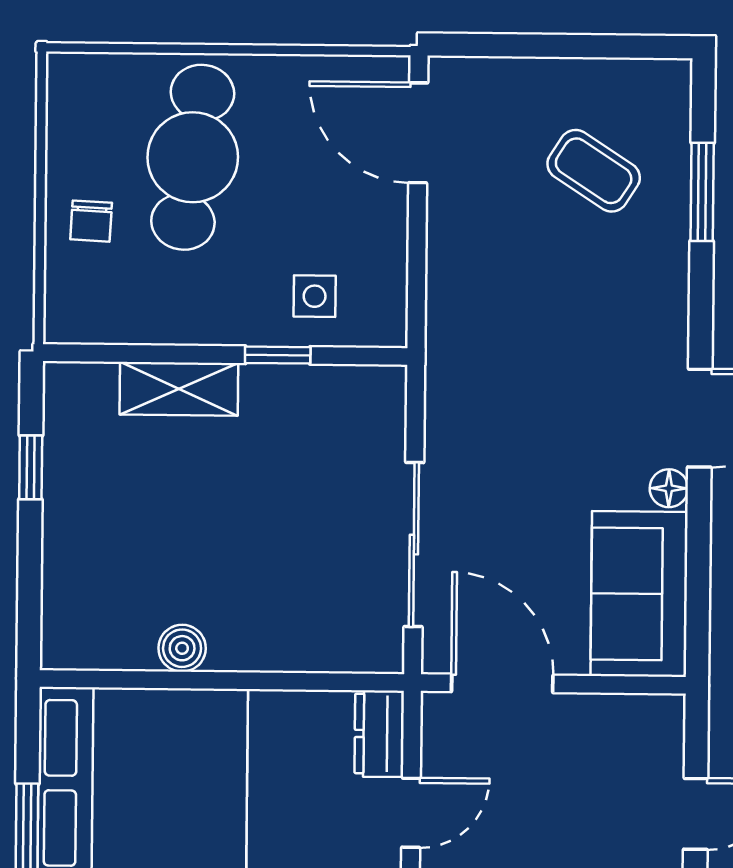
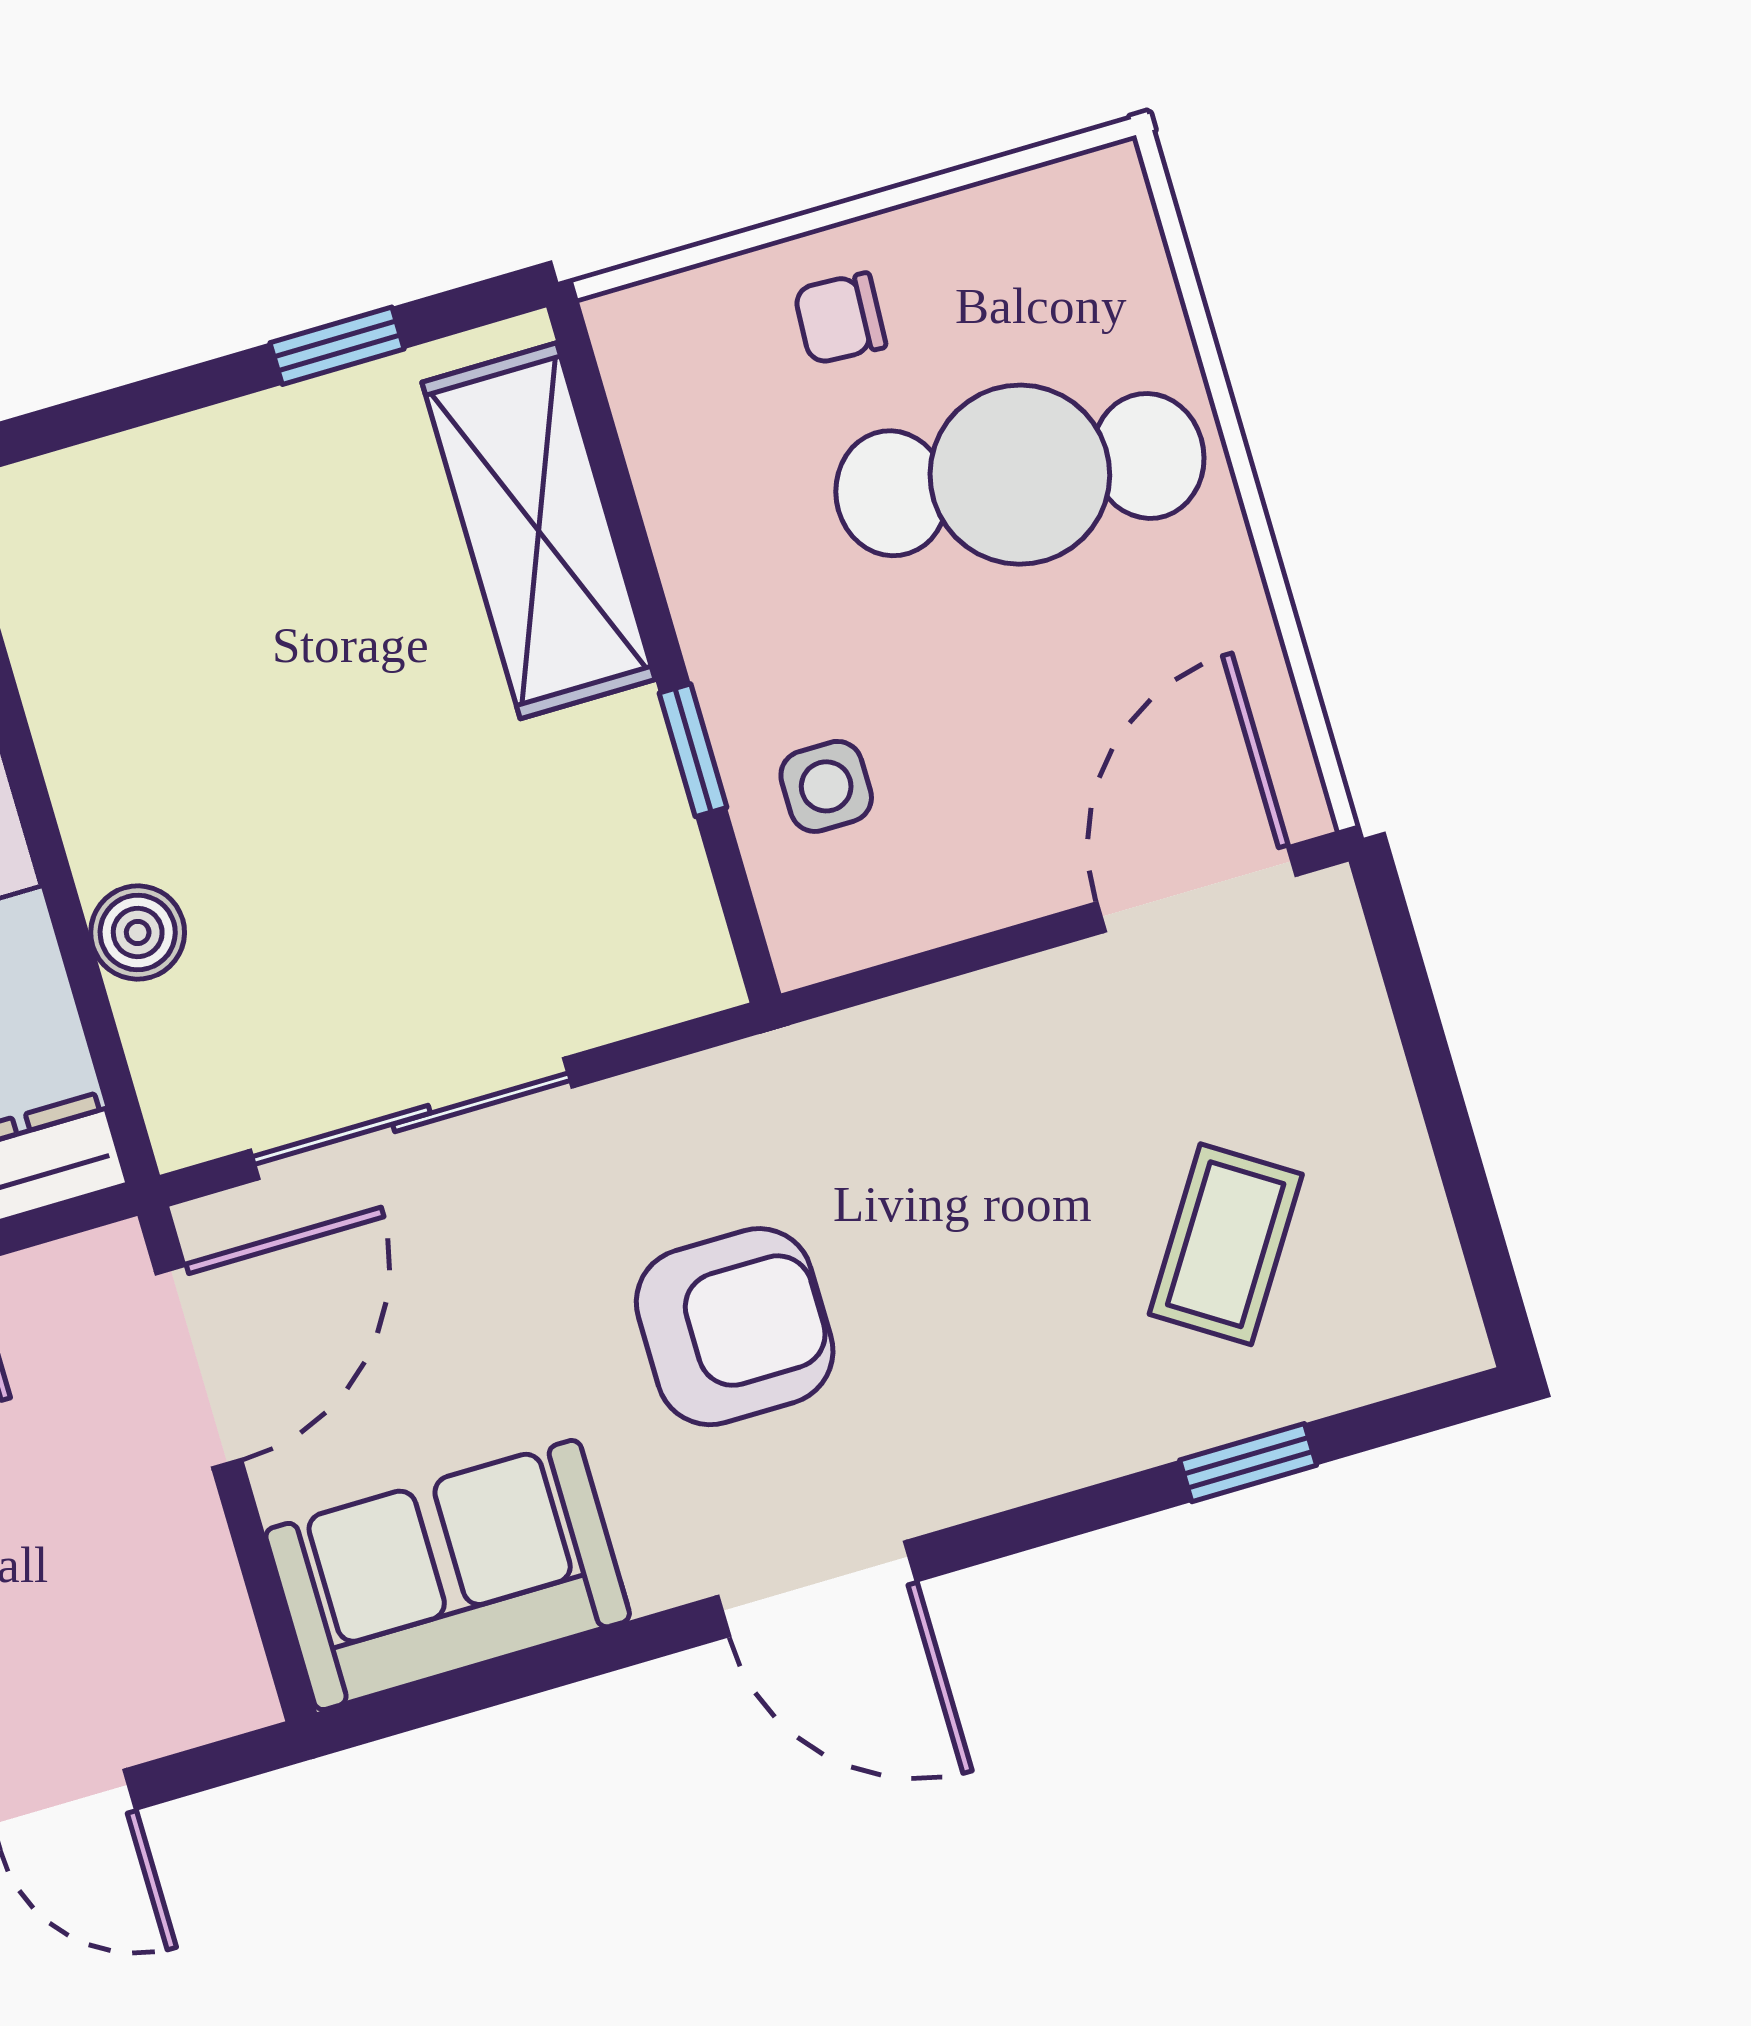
window: (702, 192) -> (1248, 1463), width x0.67
shelving: (179, 389) -> (538, 531), width x1.50, depth x1.33
armchair: (561, 419) -> (735, 1327), added
floor lamp: (669, 488) -> (666, 1571), removed
boiler: (182, 648) -> (138, 933), moved

